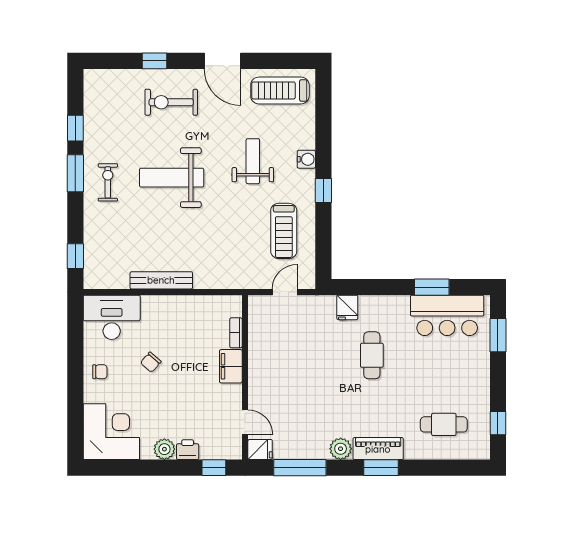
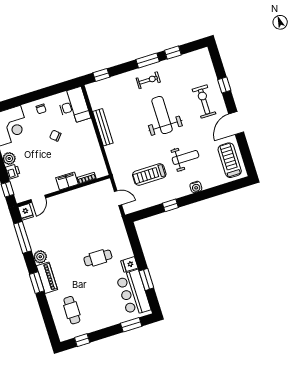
window: (323, 191) -> (170, 205), moved
treadmill: (284, 231) -> (149, 175), moved
fridge: (347, 307) -> (129, 264), moved

